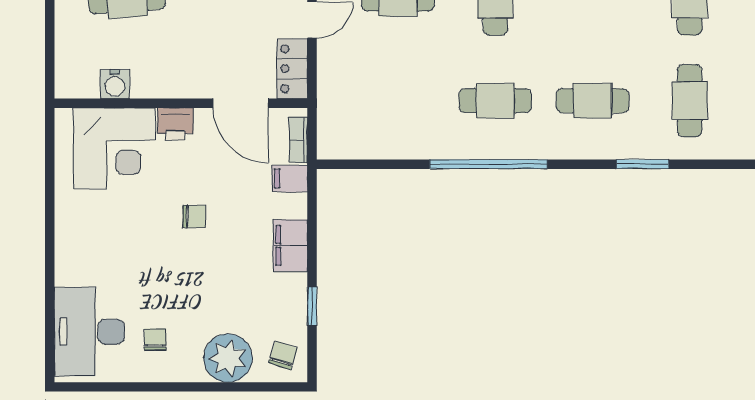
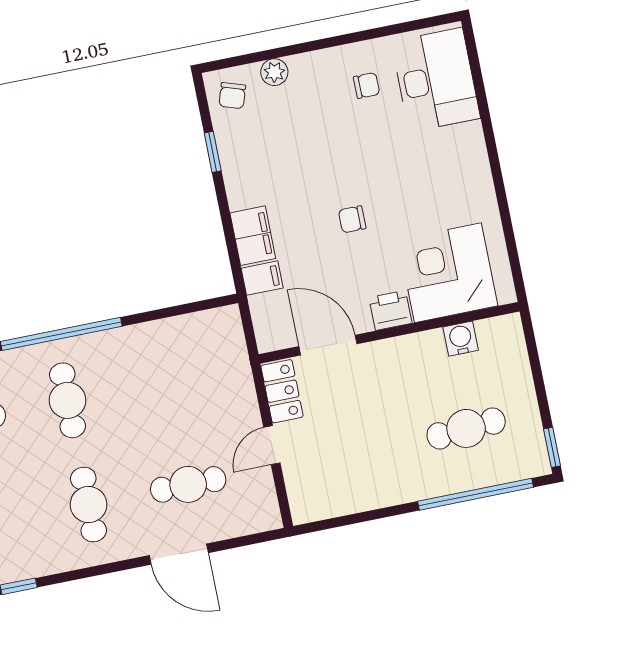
cafe table: (495, 101) -> (68, 400), turned 90
bookcase: (298, 140) -> (261, 320), removed
filing cabinet: (290, 245) -> (253, 236), moved
chair: (155, 339) -> (367, 85), turned -90
plant: (228, 358) -> (274, 72), width x0.53, depth x0.53

